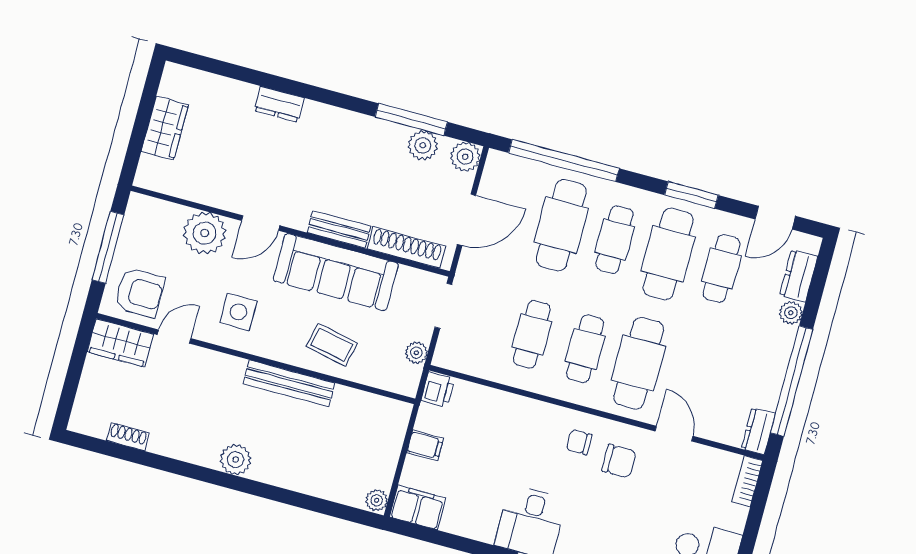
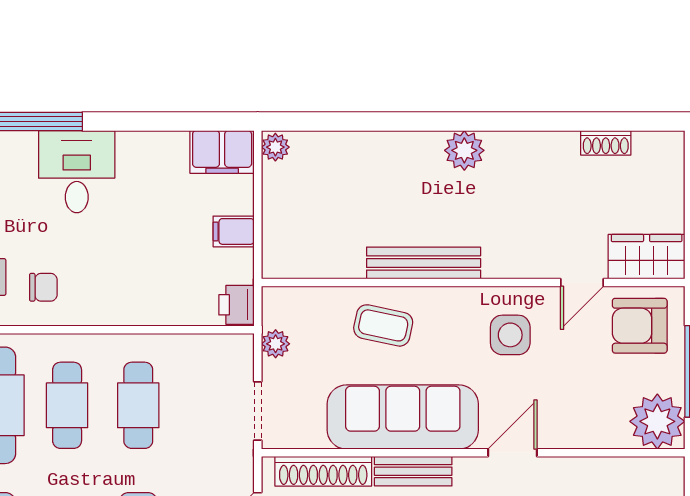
plant: (205, 233) -> (657, 421), moved

